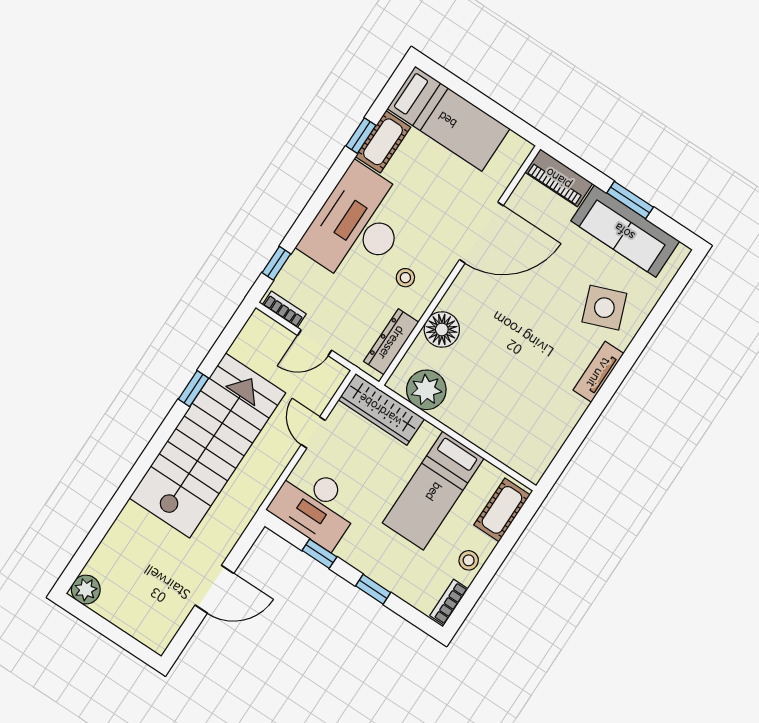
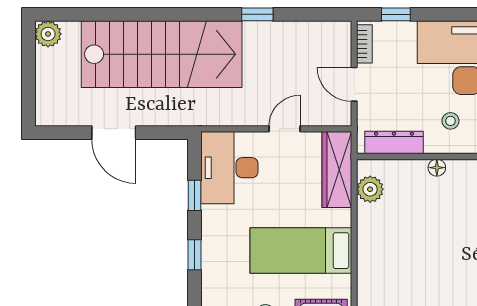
floor lamp: (442, 329) -> (437, 168), width x0.53, depth x0.53
plant: (426, 390) -> (370, 189), width x0.73, depth x0.73
stairs: (208, 445) -> (162, 54), moved

